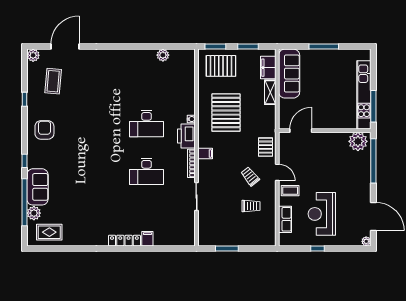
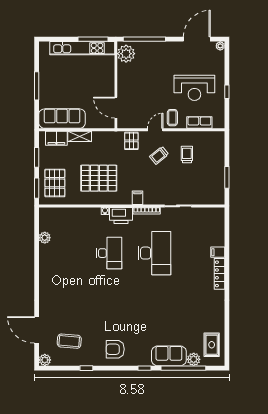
pallet: (265, 147) -> (131, 141), turned 90
desk: (146, 171) -> (154, 253), width x1.36, depth x1.30

